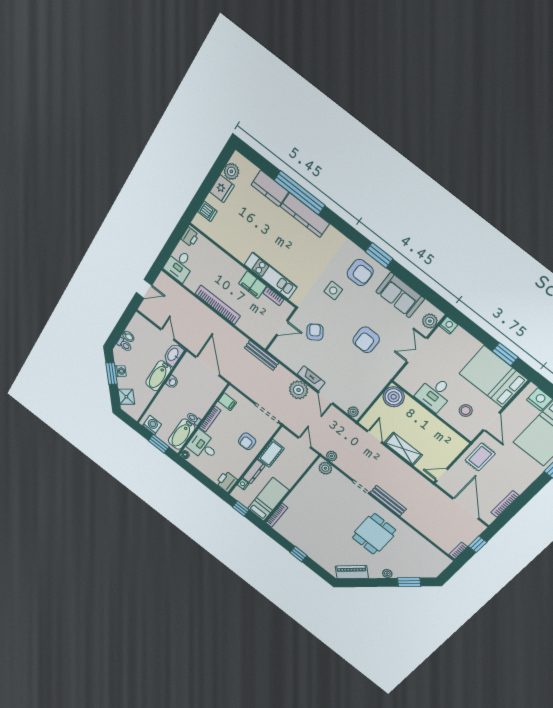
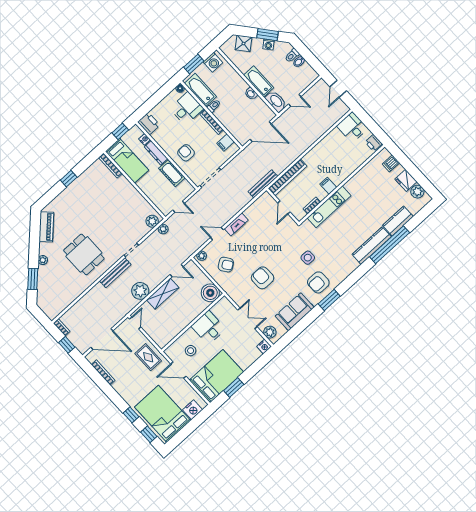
filing cabinet: (253, 285) -> (328, 186), width x0.50
bookcase: (218, 305) -> (288, 177), moved
armchair: (315, 332) -> (226, 265), moved
plant: (299, 390) -> (140, 291), moved

